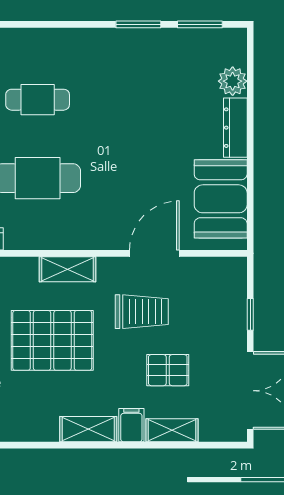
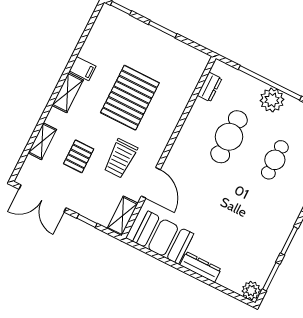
plant: (233, 81) -> (251, 291), moved
shelving: (68, 269) -> (123, 216), moved
filing cabinet: (131, 425) -> (83, 69), moved

